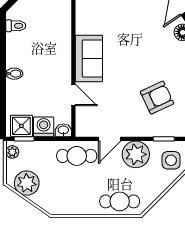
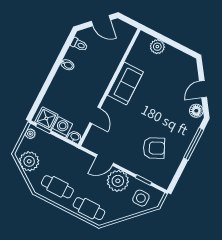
sofa: (89, 58) -> (125, 83), moved
bidet: (14, 74) -> (67, 65), moved
cafe table: (77, 156) -> (57, 187), moved

